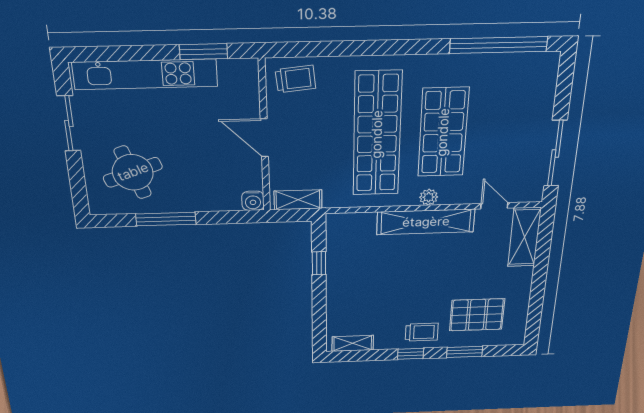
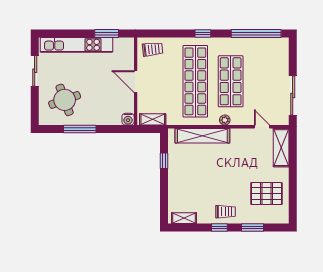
window: (394, 47) -> (203, 34), added
shelving: (426, 222) -> (202, 136), moved
pallet: (477, 315) -> (267, 194), moved

